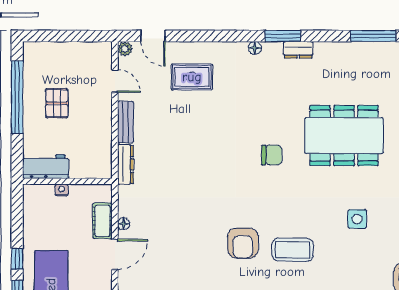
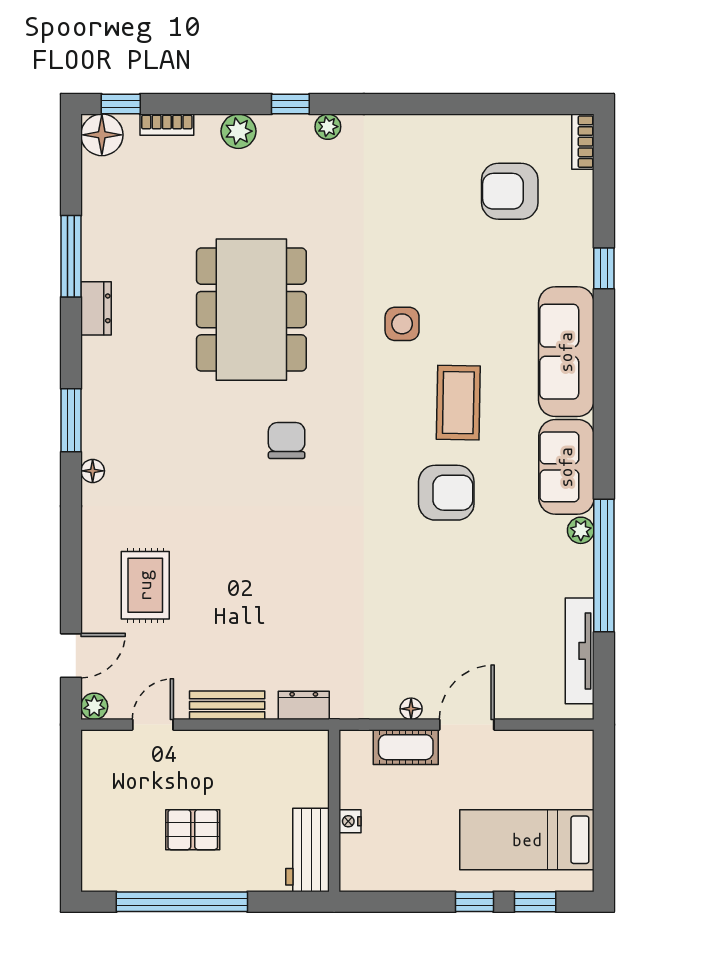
dresser: (298, 50) -> (96, 308), moved
dresser: (125, 164) -> (304, 705), width x0.70
side table: (357, 219) -> (402, 324), moved
door: (115, 254) -> (467, 725), hinge flipped

